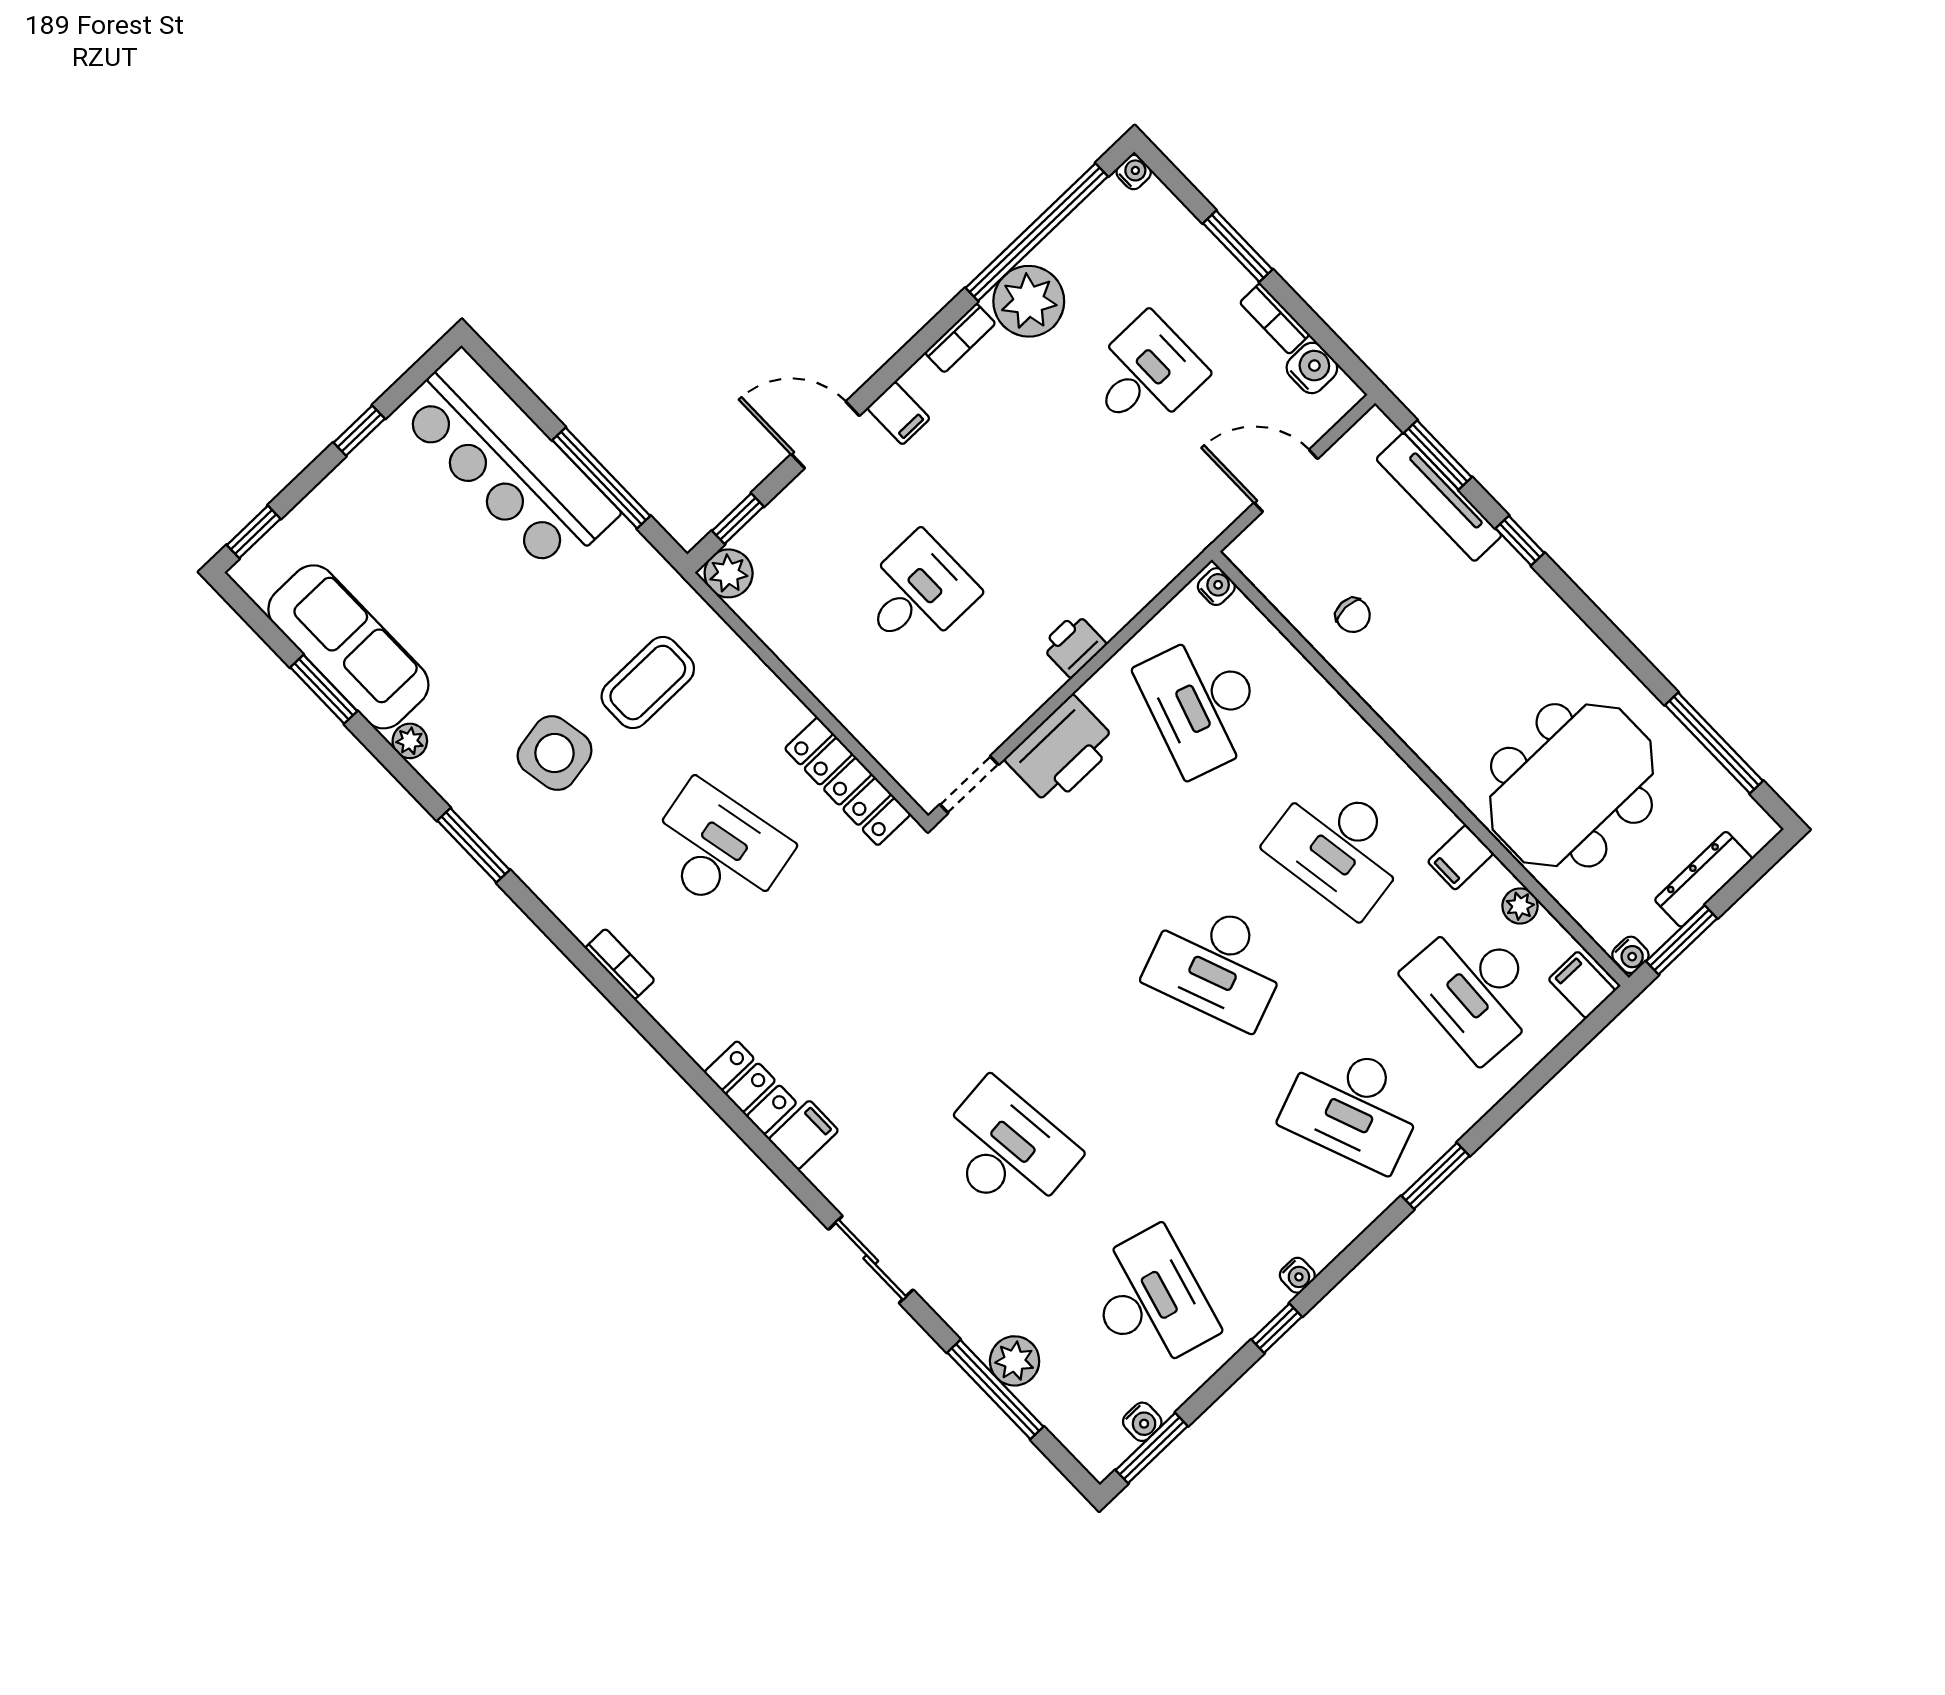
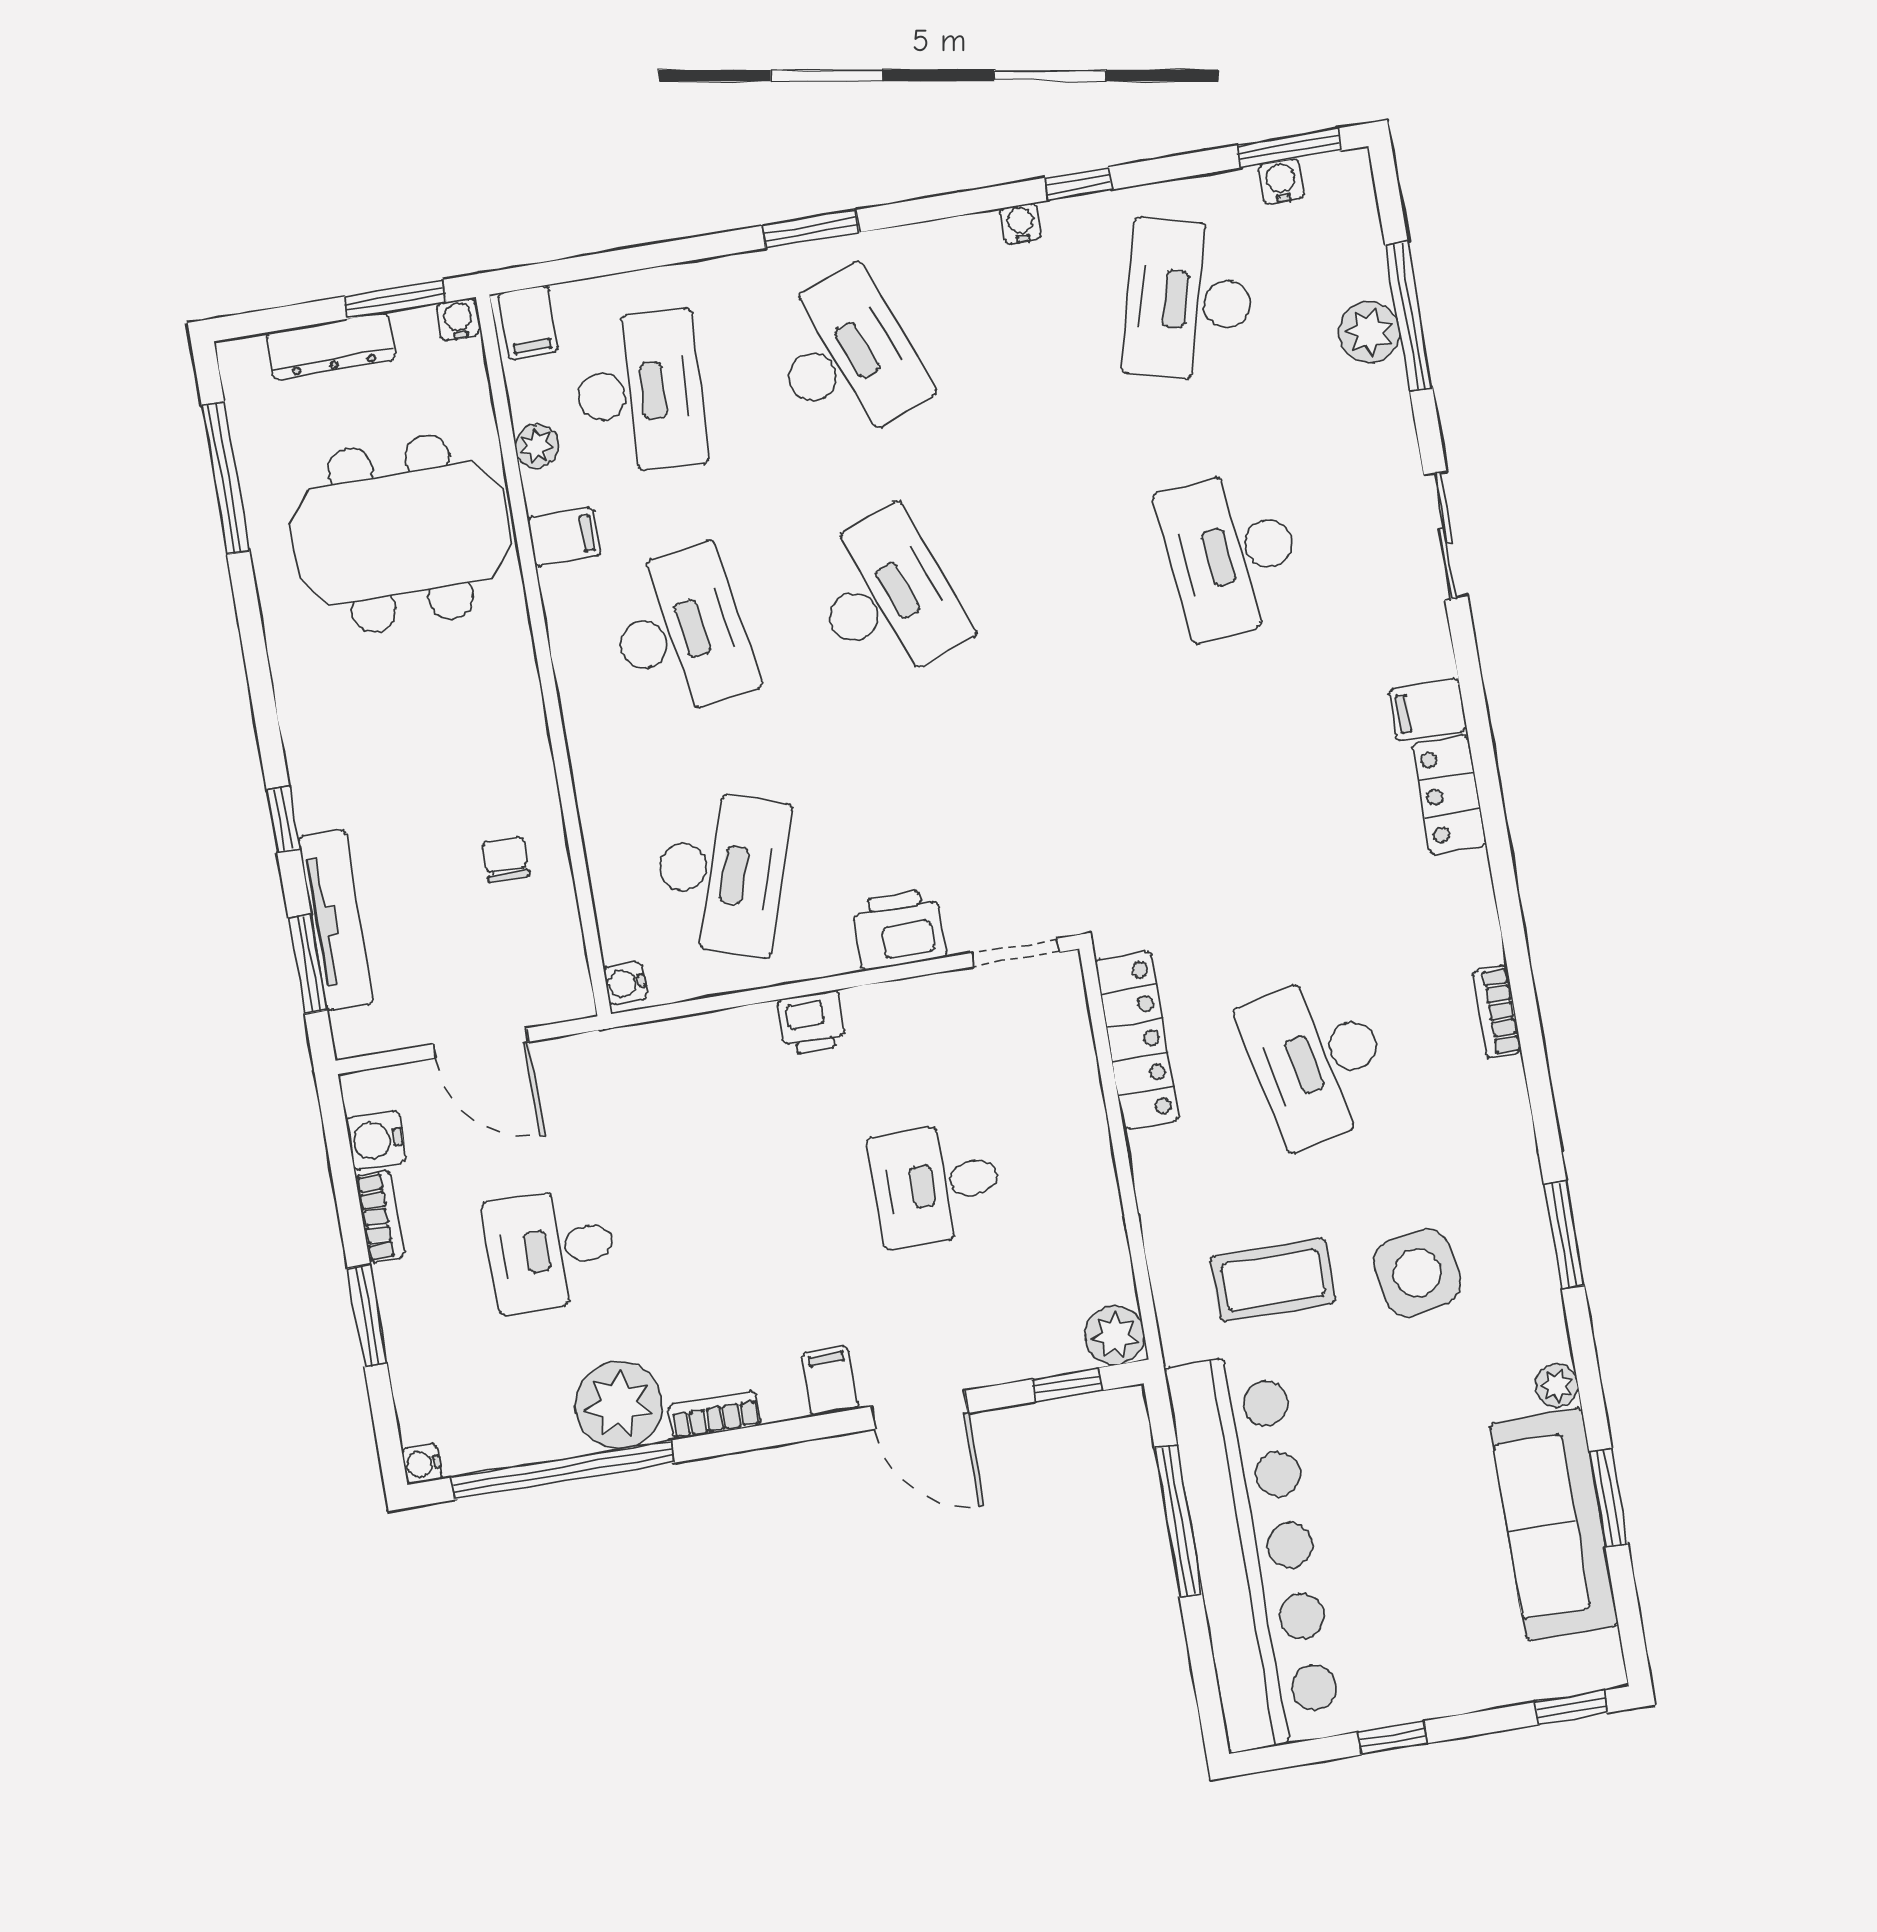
bar counter: (508, 462) -> (1254, 1551), width x1.36
printer: (1062, 751) -> (899, 929), width x0.73, depth x0.84

